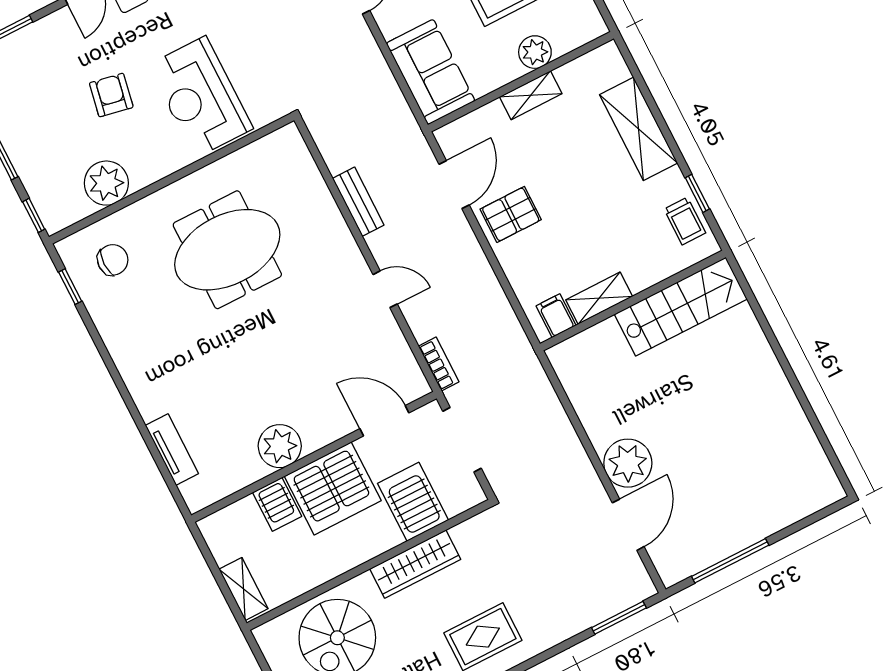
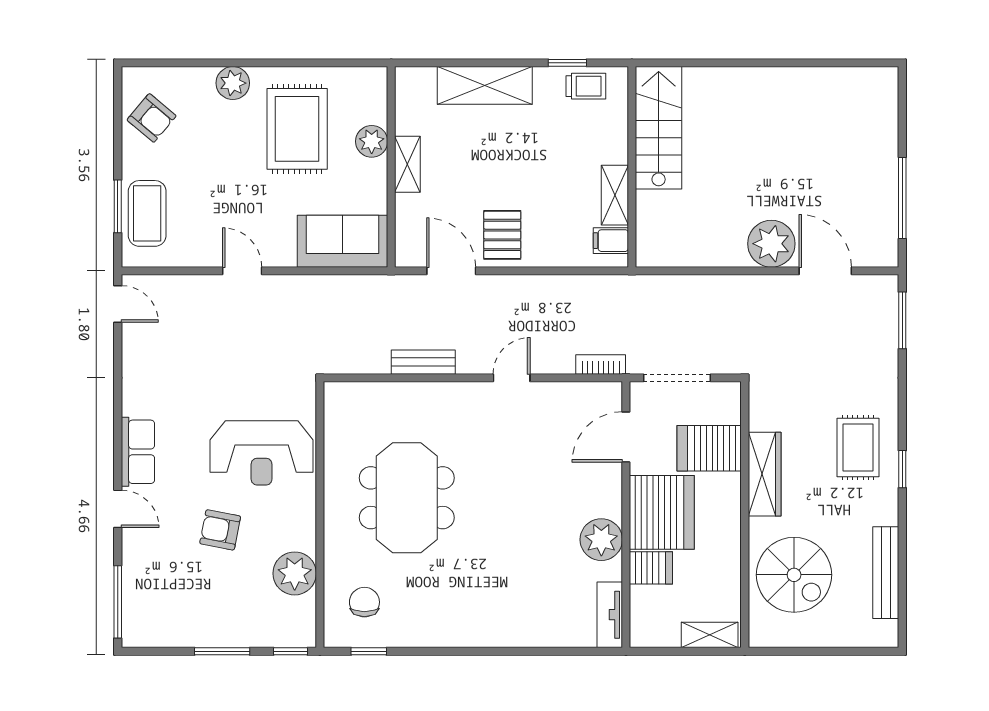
tv unit: (172, 449) -> (610, 615), moved, turned -90

